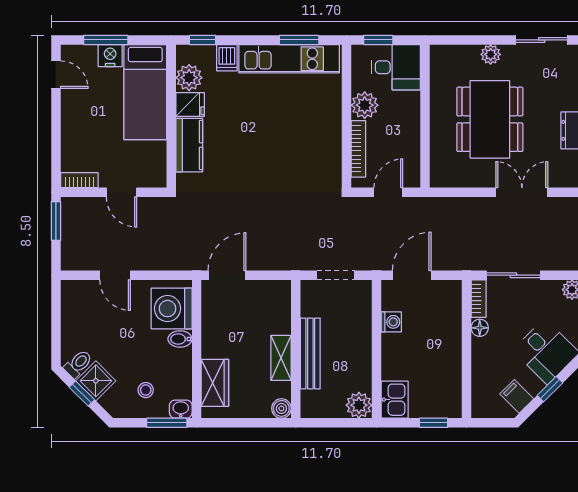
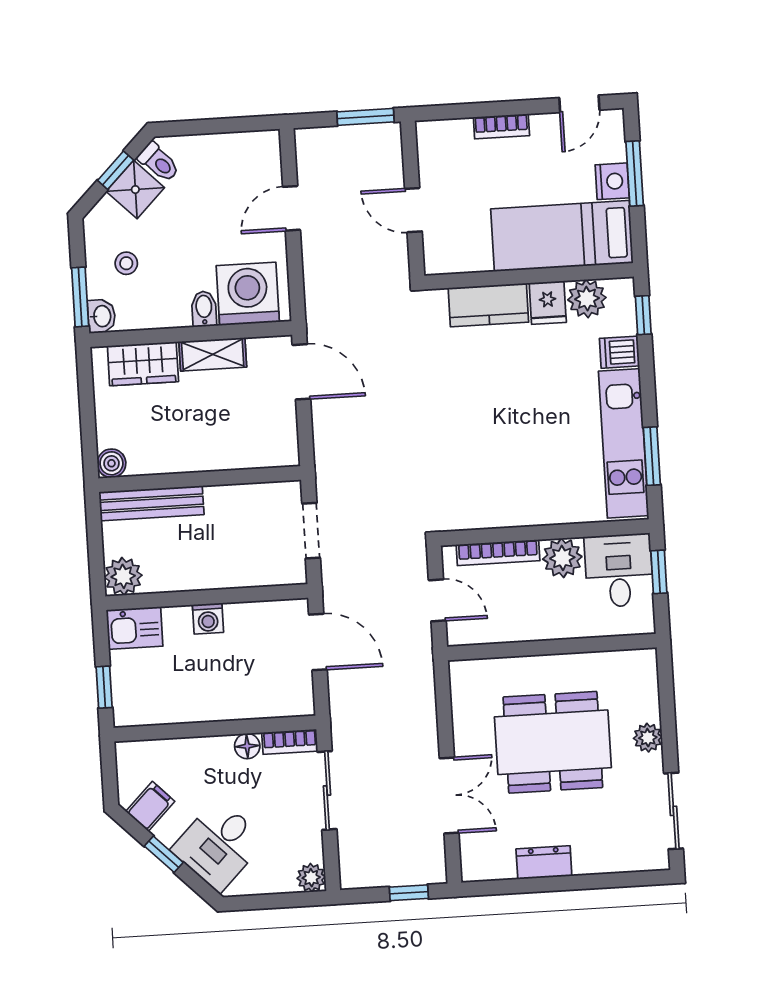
desk: (396, 67) -> (619, 570), moved, turned 180
bookcase: (79, 180) -> (501, 126), moved, turned 90
door: (121, 192) -> (413, 210), hinge flipped
washing machine: (391, 322) -> (208, 619), moved
bench: (310, 353) -> (151, 503), moved
shelving: (281, 358) -> (213, 354), moved

